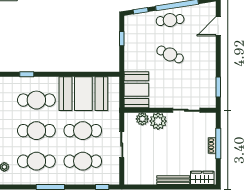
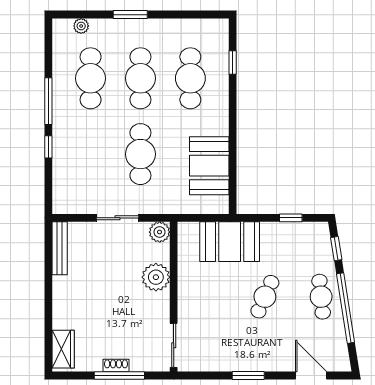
window: (218, 87) -> (248, 376), moved
booth: (136, 90) -> (230, 242), moved
booth: (83, 94) -> (209, 166), width x0.73, depth x0.70
sliding door: (186, 110) -> (174, 345), moved
plant: (142, 119) -> (160, 232), moved
cafe table: (83, 161) -> (91, 154), removed
bench: (173, 180) -> (60, 248), moved
window: (102, 187) -> (48, 147), moved

